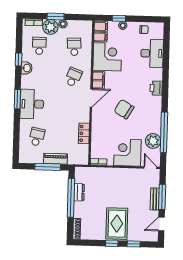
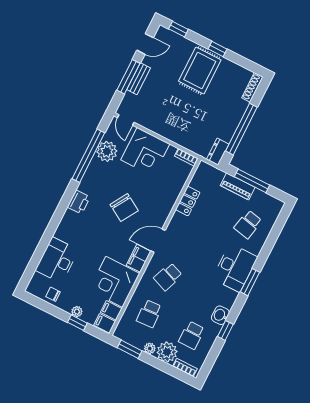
window: (56, 17) -> (130, 349), moved
printer: (156, 88) -> (79, 202), moved
dresser: (79, 192) -> (218, 152), moved
window: (134, 244) -> (178, 29), moved

